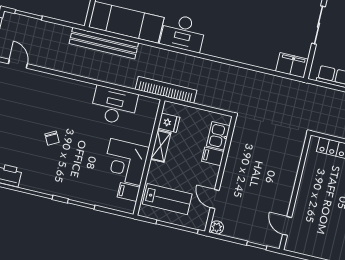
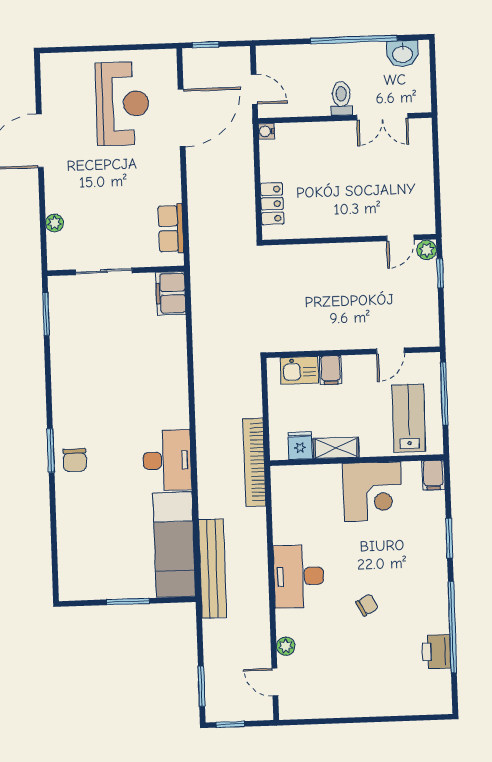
door: (18, 64) -> (275, 682), hinge flipped
plant: (40, 77) -> (286, 646), added
desk: (114, 106) -> (299, 576), moved
filing cabinet: (129, 192) -> (433, 475), moved
plant: (217, 227) -> (427, 250), moved

